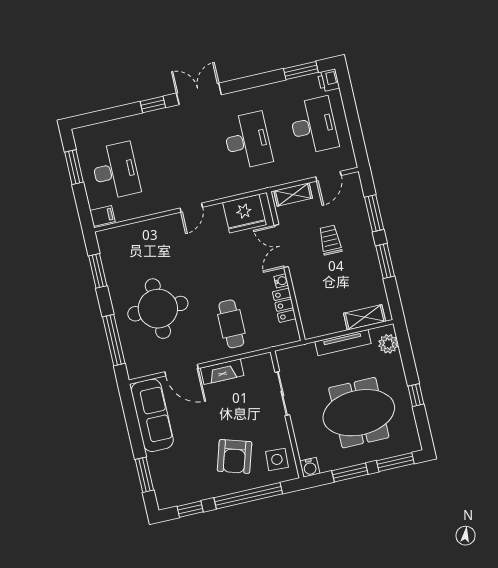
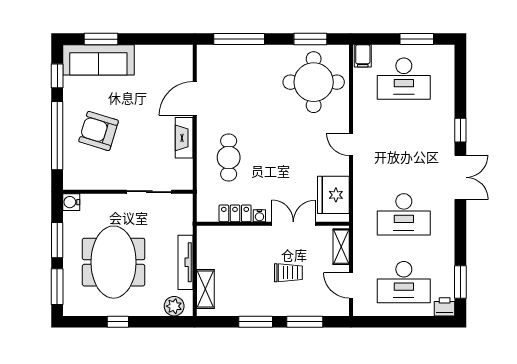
round table: (158, 309) -> (314, 82), moved
cafe table: (231, 324) -> (229, 158), turned 90
sofa: (152, 415) -> (98, 60), moved
side table: (277, 459) -> (86, 172), removed

